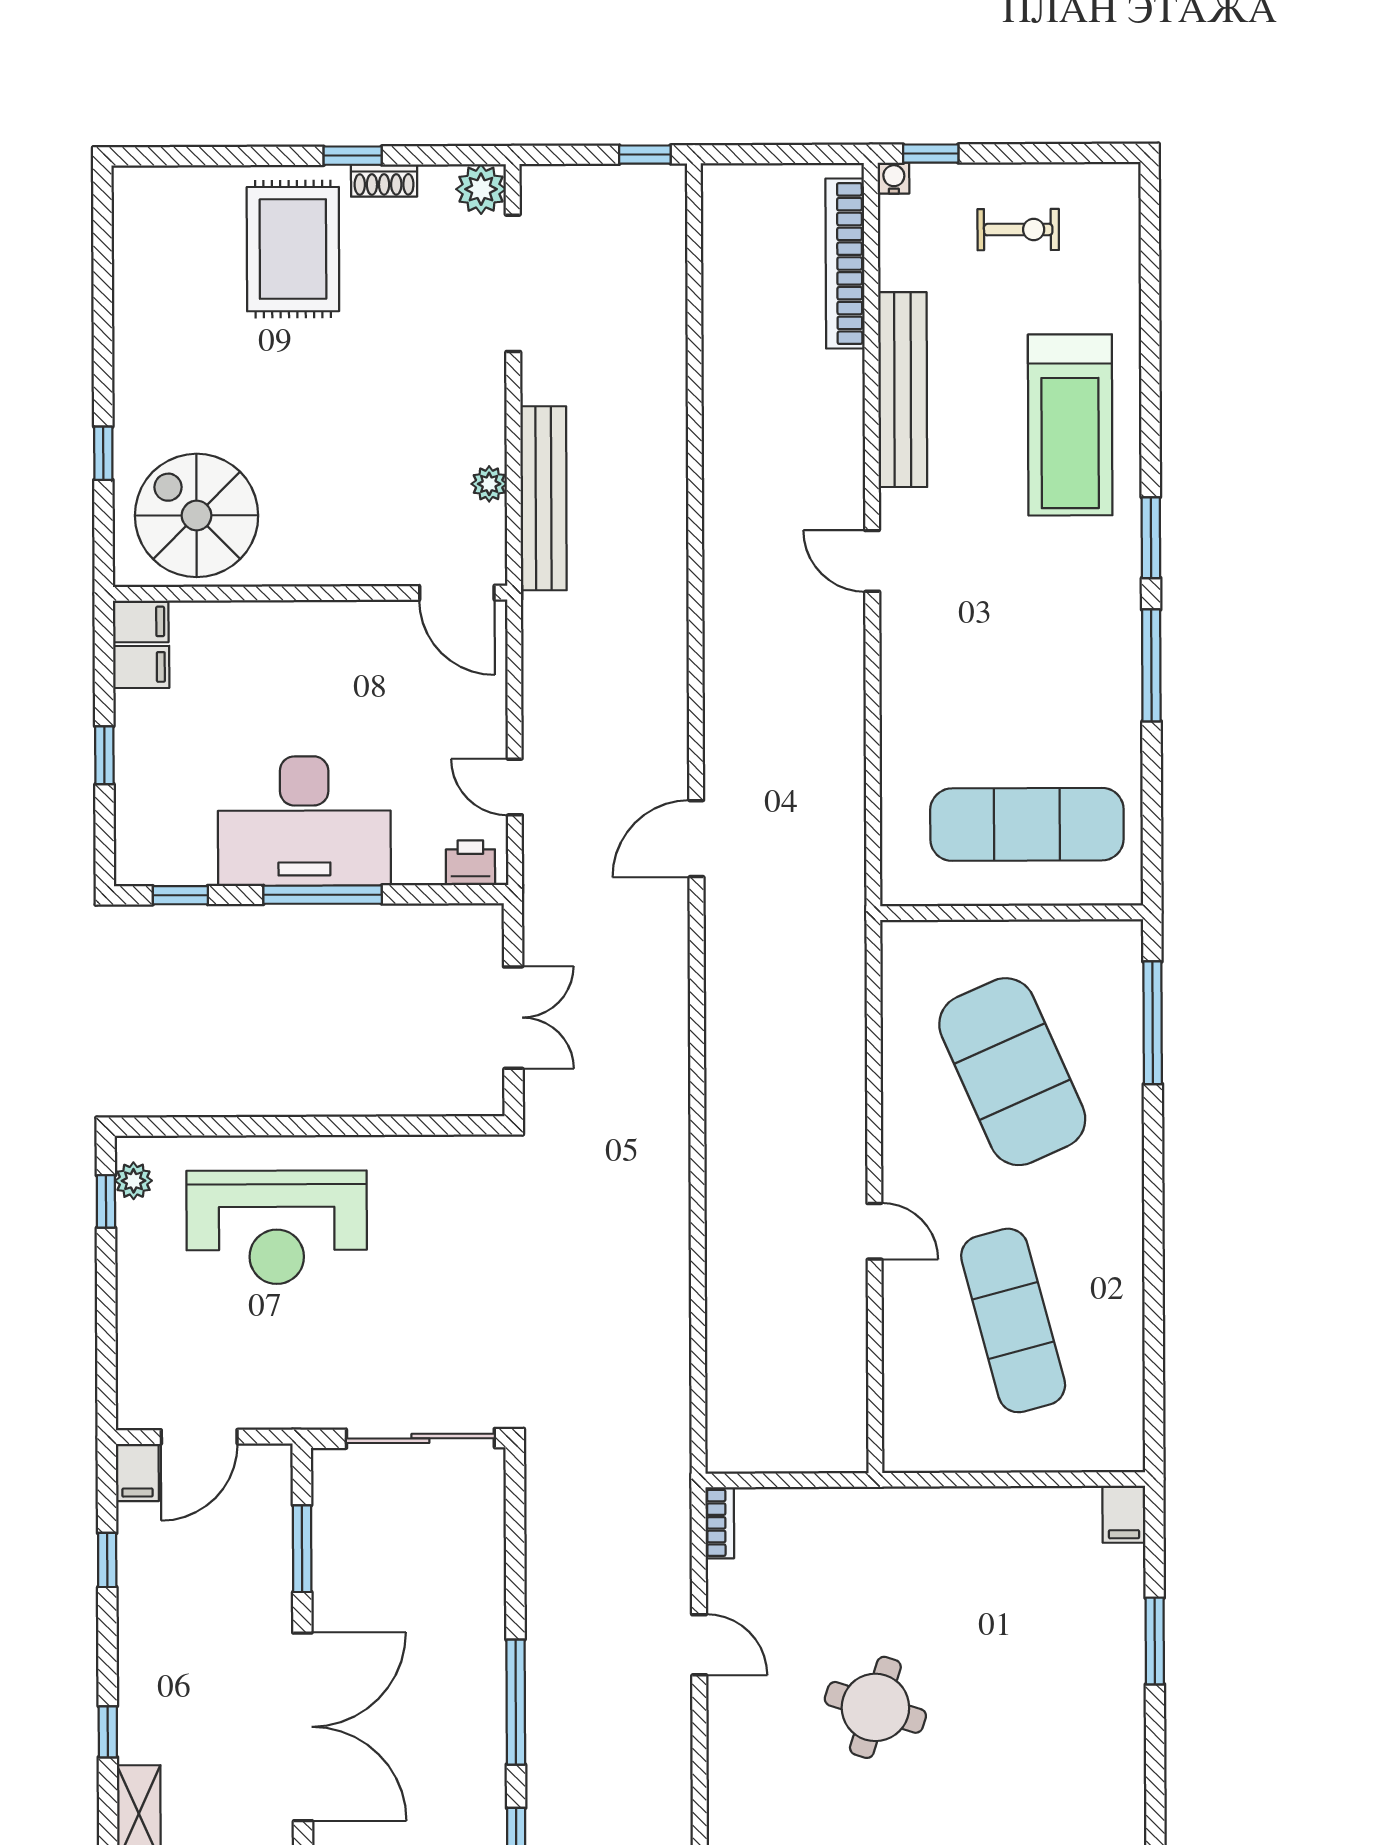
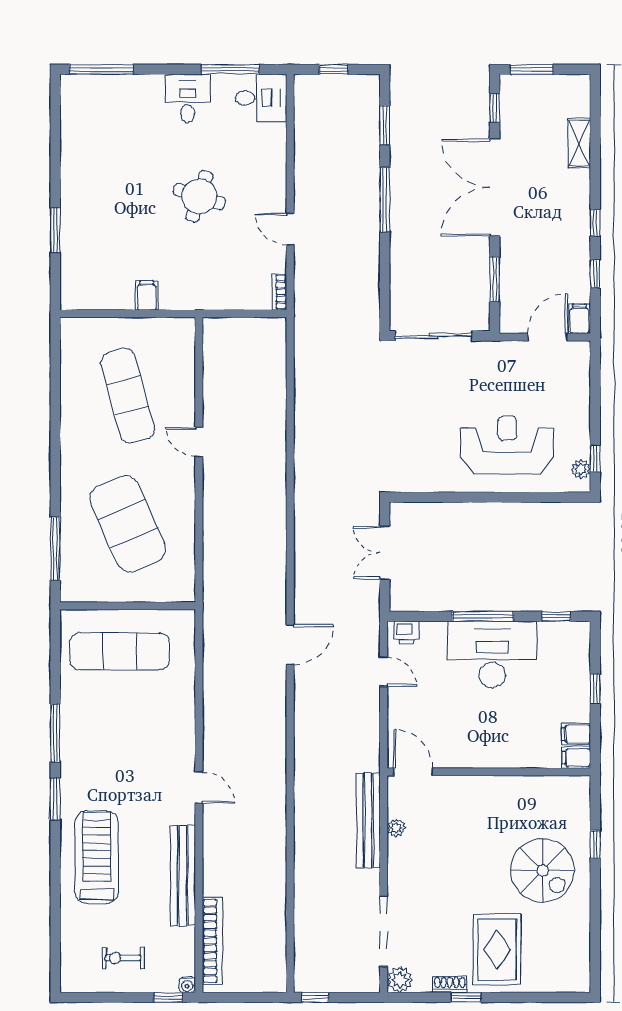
spiral stairs: (197, 515) -> (543, 870), moved
filing cabinet: (1124, 1514) -> (147, 295), moved
window: (108, 1732) -> (595, 223), moved

